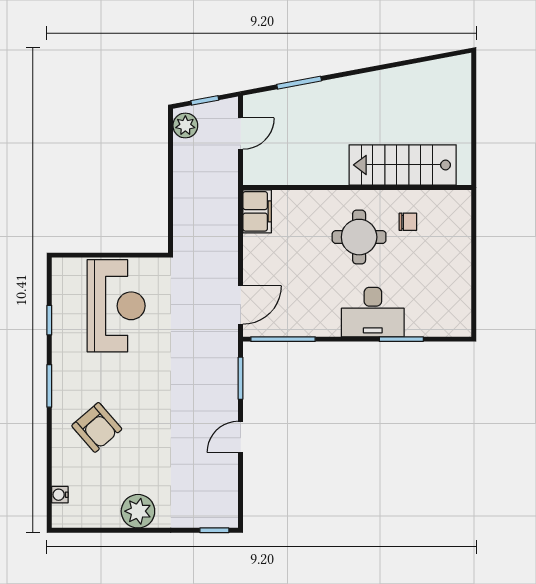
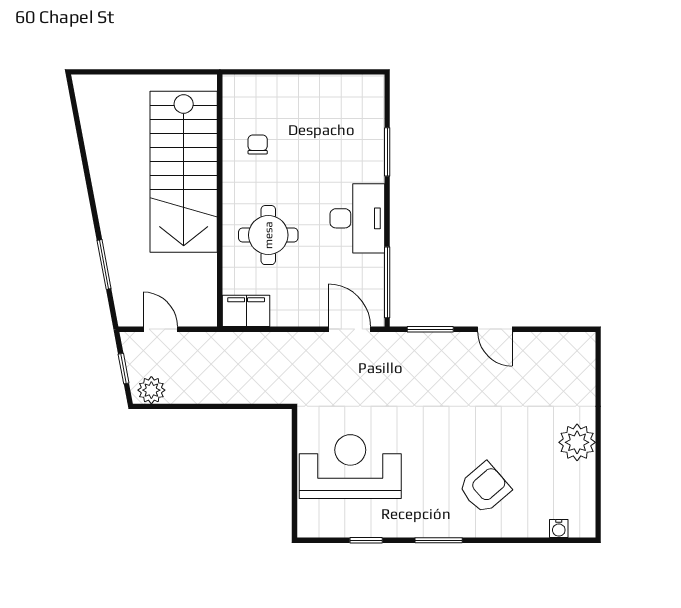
stairs: (403, 165) -> (184, 172), width x1.36, depth x1.51
round table: (359, 237) -> (268, 235), moved
desk: (373, 312) -> (357, 218), moved
window: (214, 530) -> (598, 358), removed

